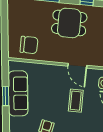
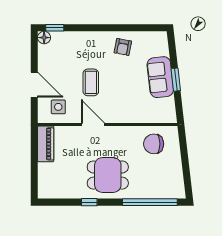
sofa: (18, 93) -> (160, 77), width x0.73

